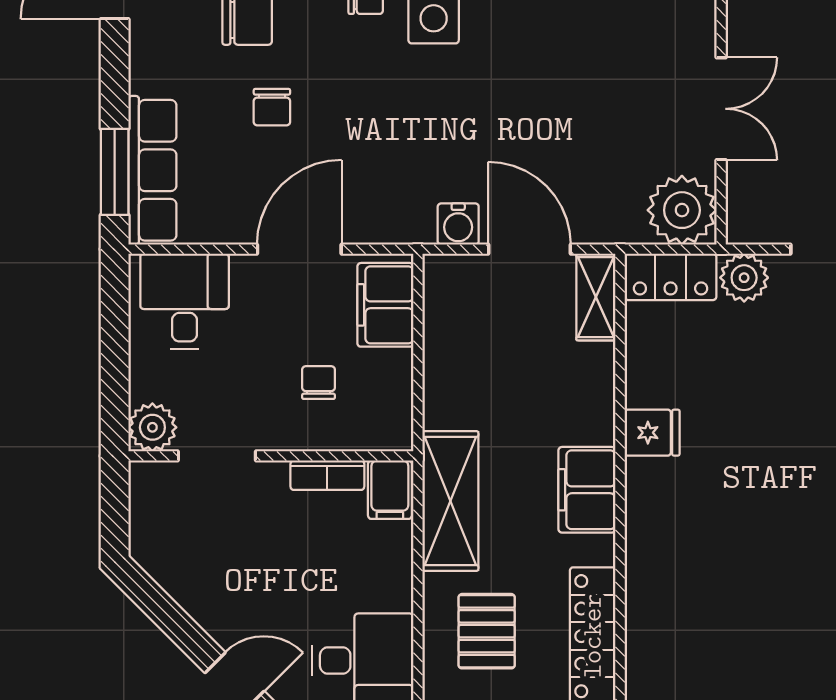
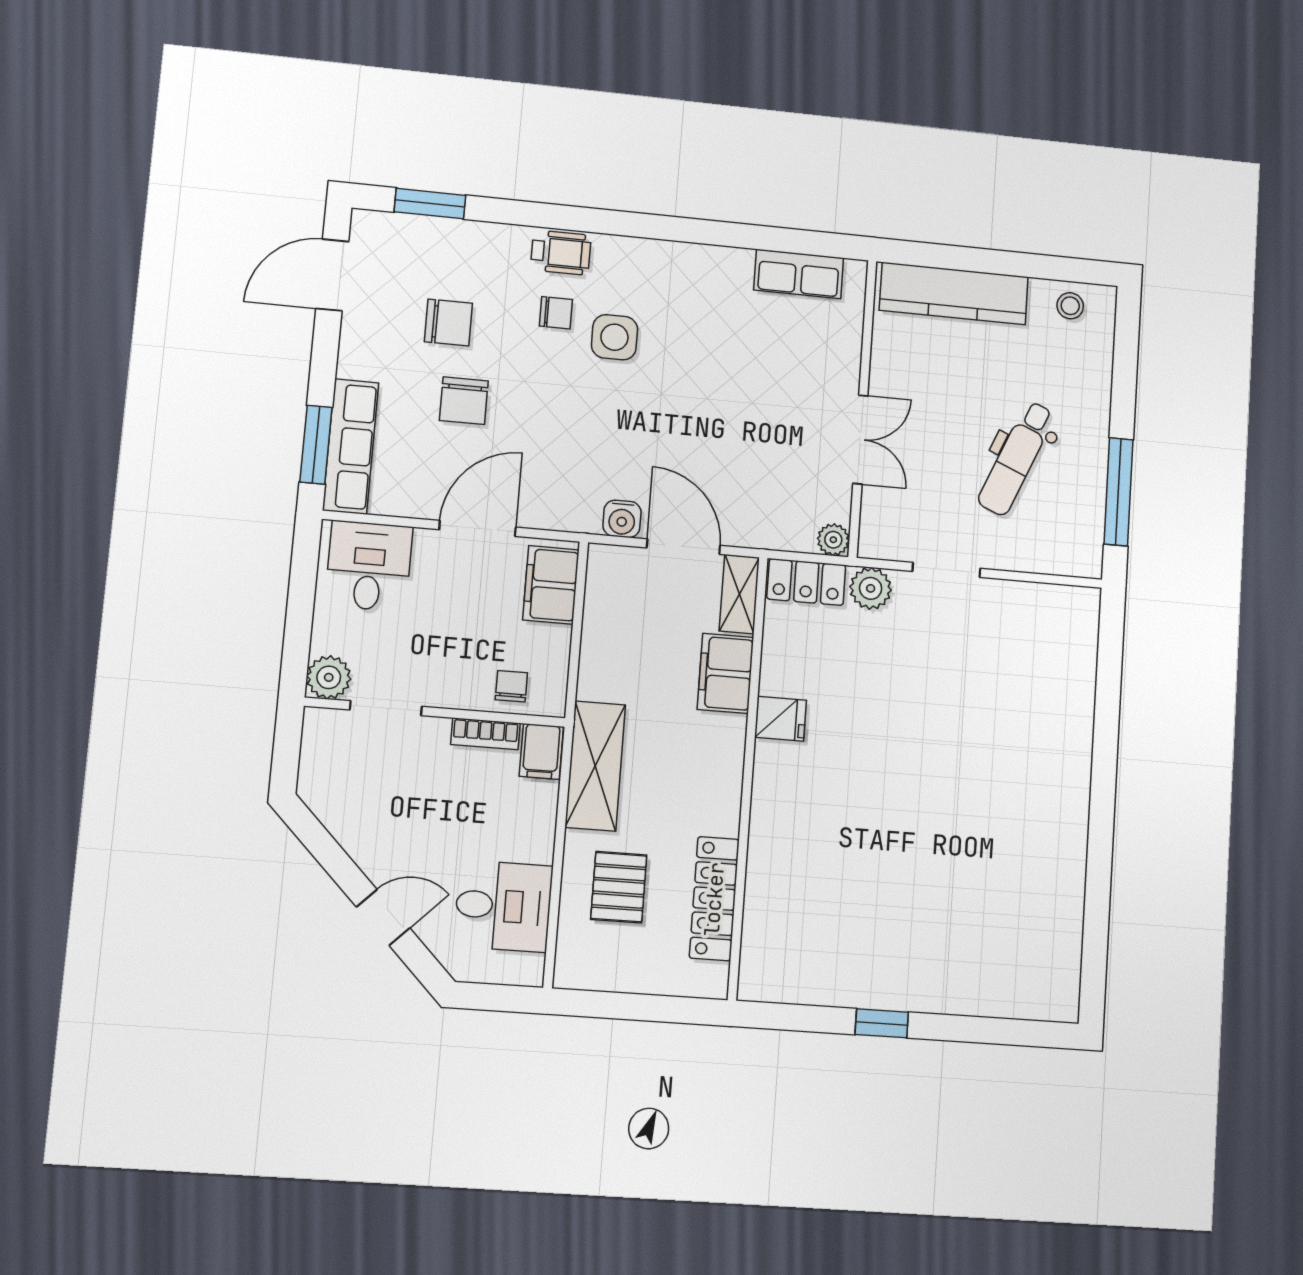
chair: (272, 107) -> (464, 401), width x1.37, depth x1.37
plant: (682, 210) -> (833, 540), width x0.53, depth x0.53
chair: (319, 383) -> (511, 686), moved
filing cabinet: (587, 490) -> (725, 673), moved

